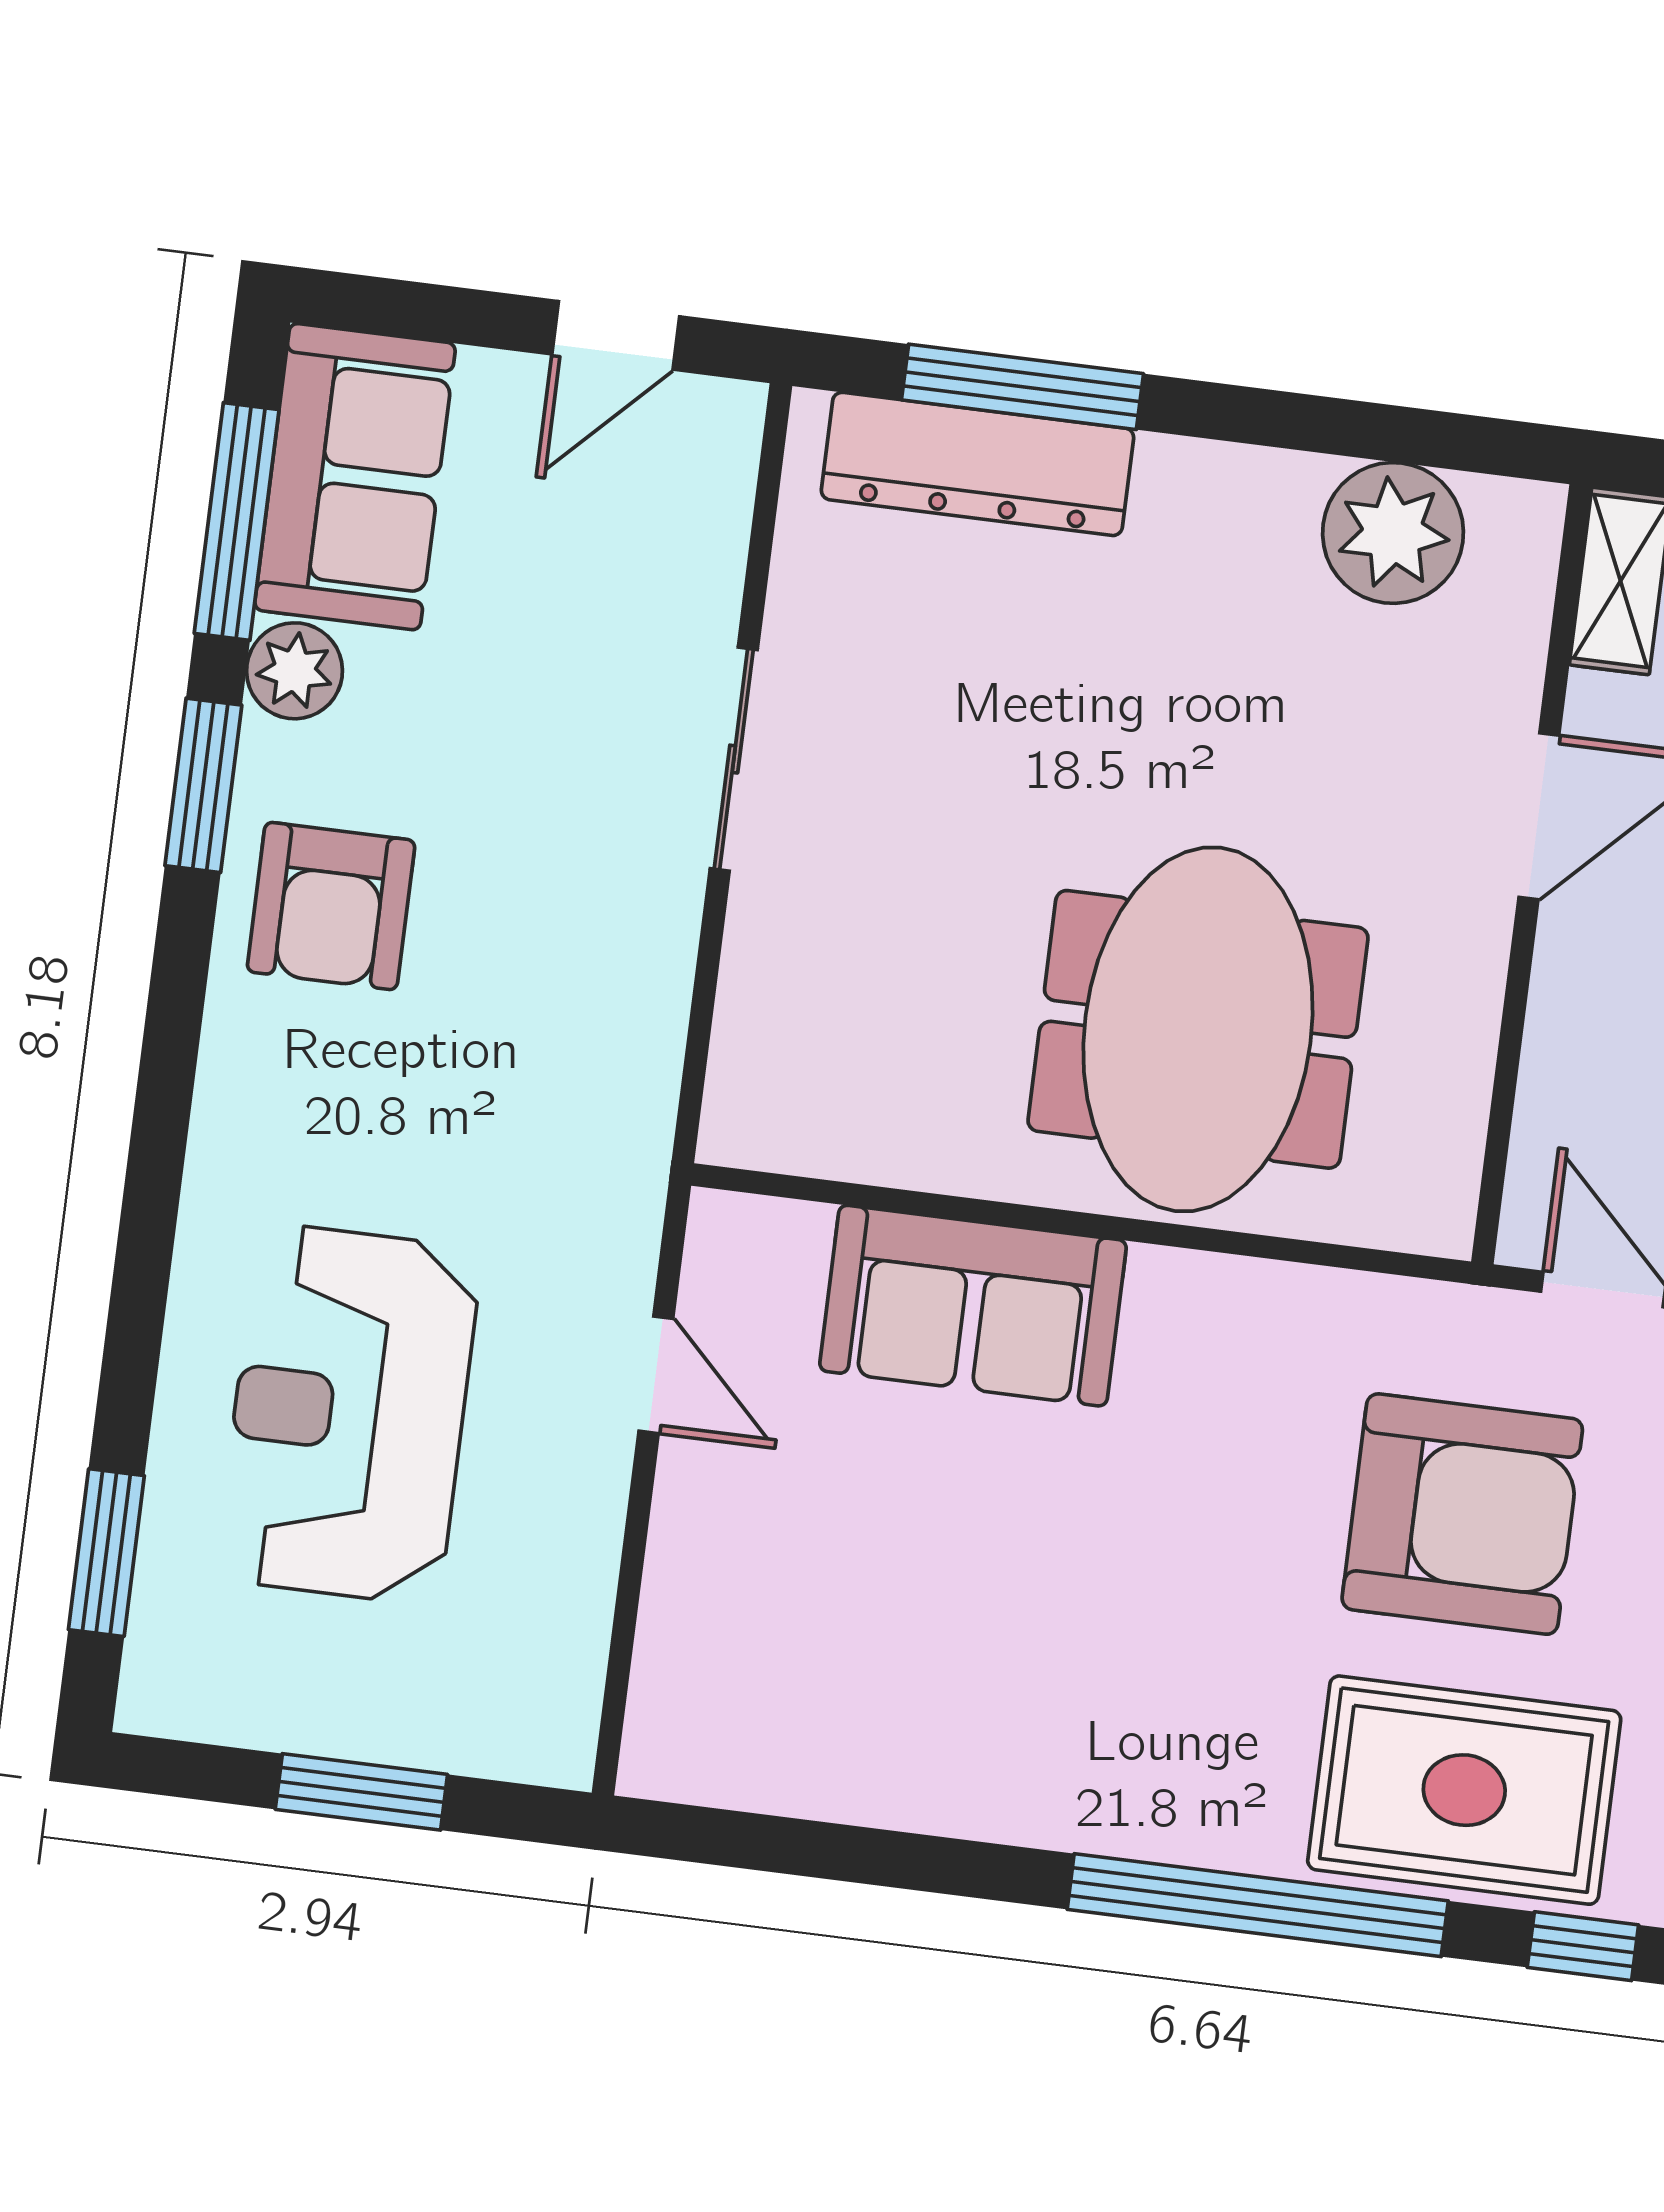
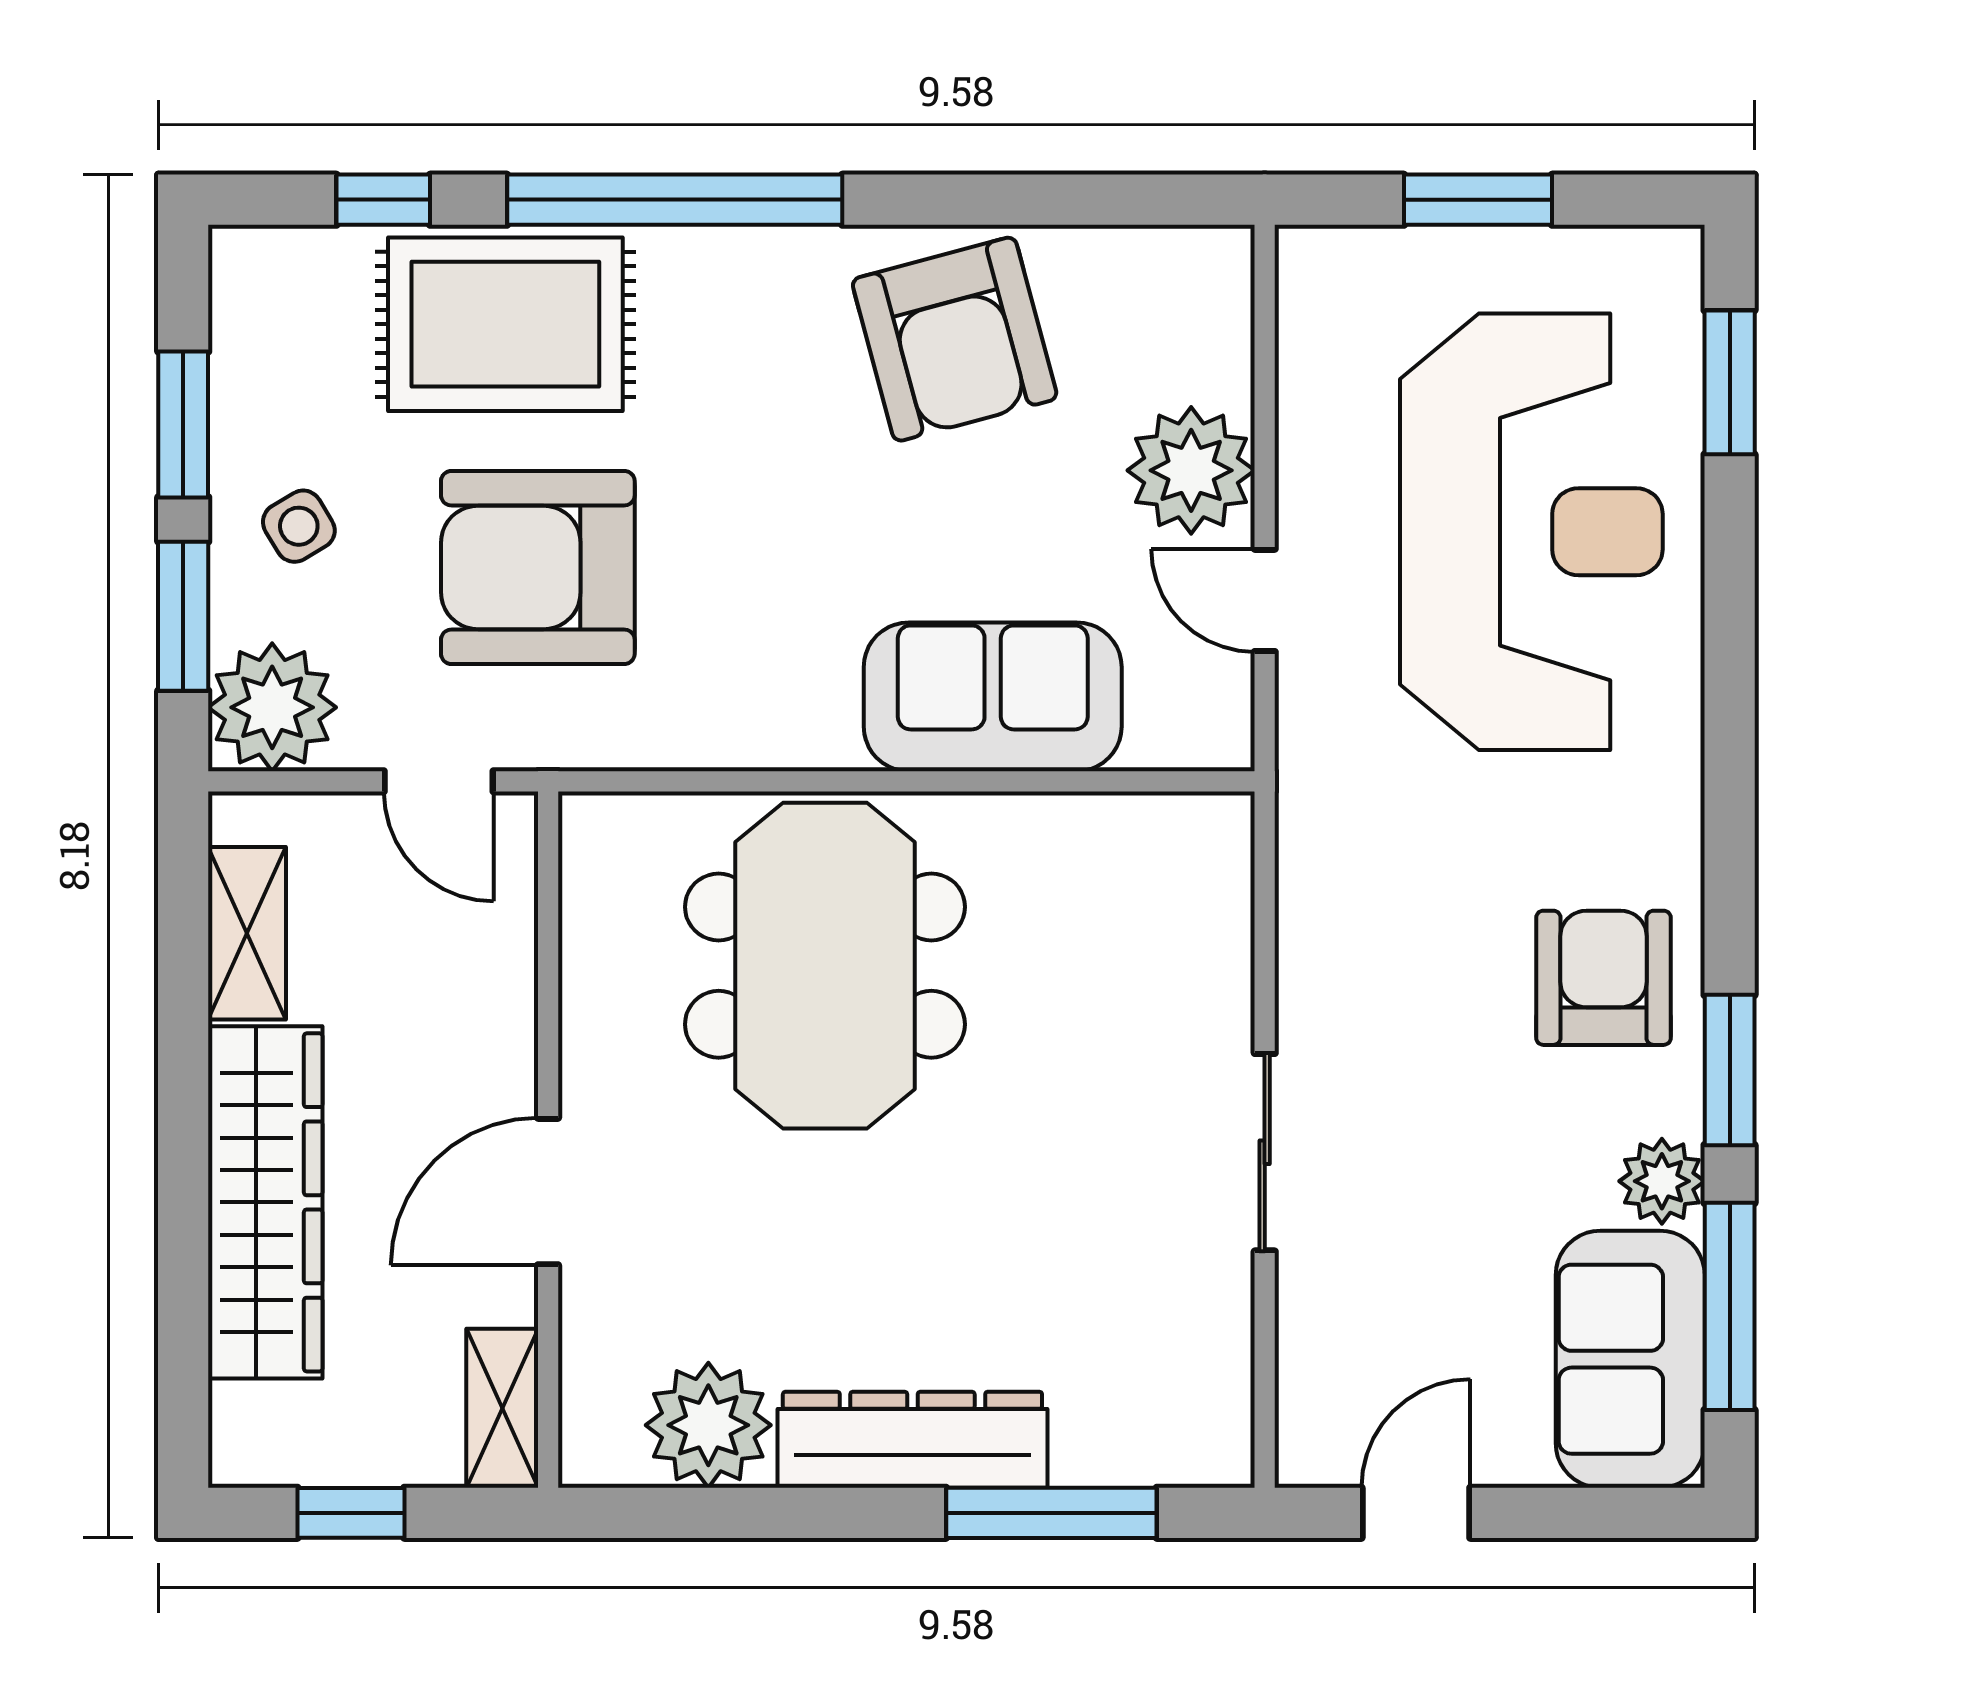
dresser: (978, 464) -> (912, 1440), moved
reception desk: (349, 1414) -> (1531, 532), width x1.36, depth x1.30
plant: (720, 1530) -> (1191, 470), added
armchair: (965, 1710) -> (955, 339), added

